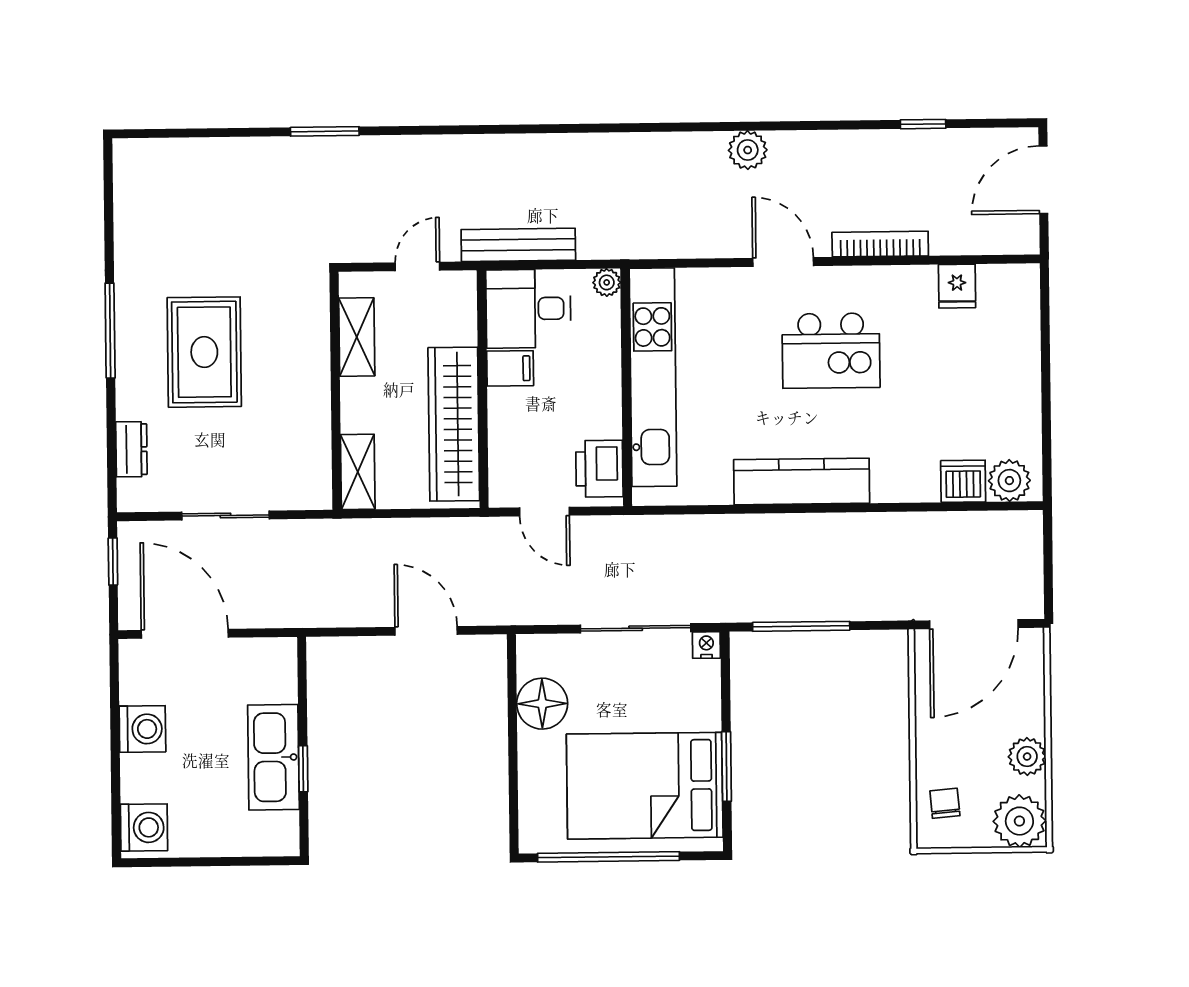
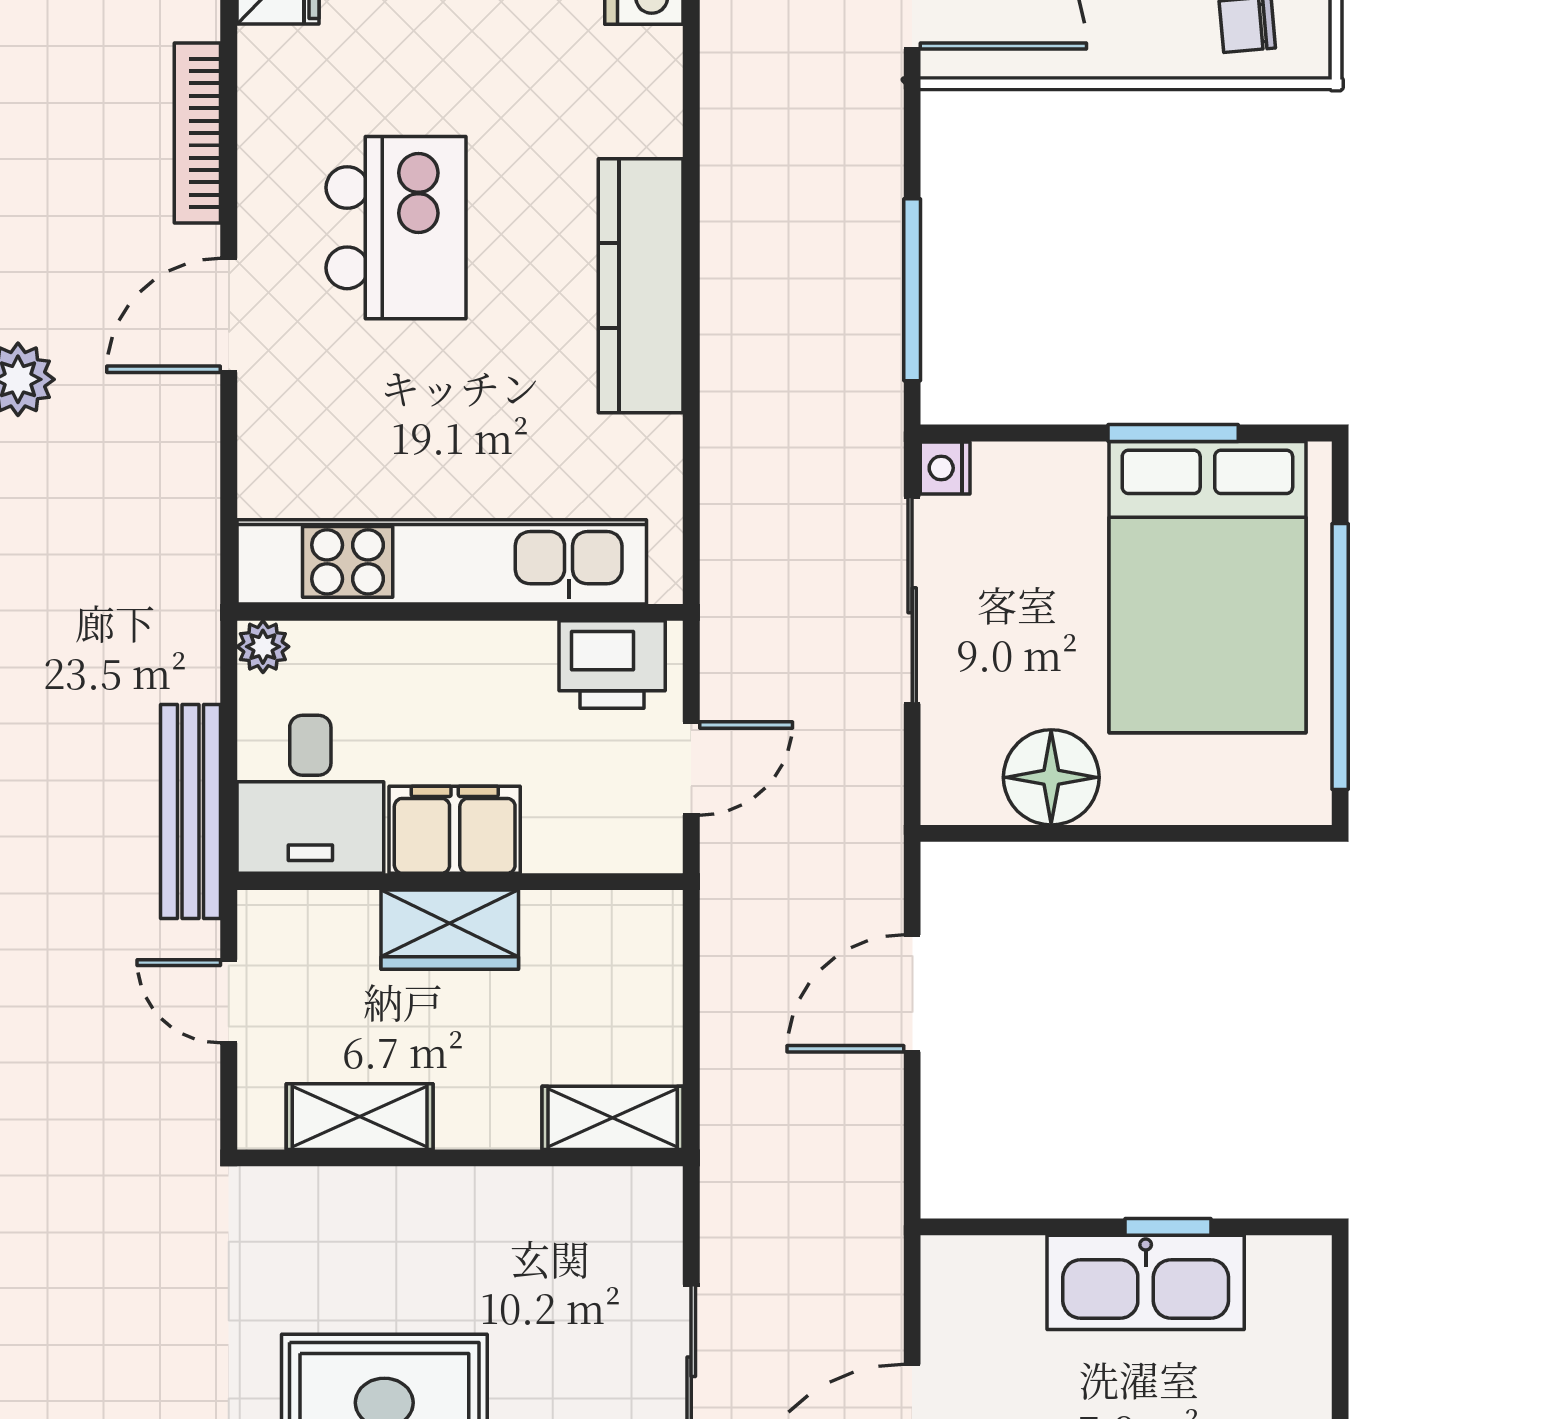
filing cabinet: (510, 368) -> (455, 830), width x2.00
wardrobe: (454, 424) -> (450, 930), width x0.48, depth x0.85

